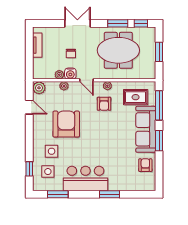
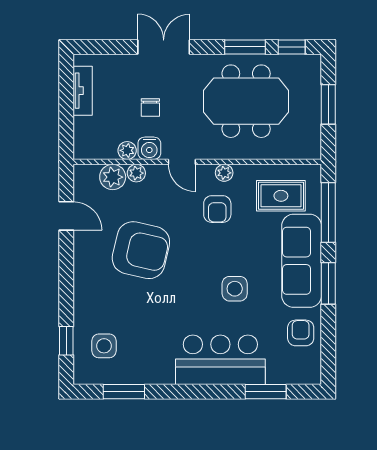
plant: (39, 88) -> (113, 177), moved
armchair: (66, 124) -> (141, 250), turned 103
side table: (52, 151) -> (235, 289), moved
bar counter: (85, 178) -> (220, 360), moved
window: (110, 194) -> (266, 392), moved

